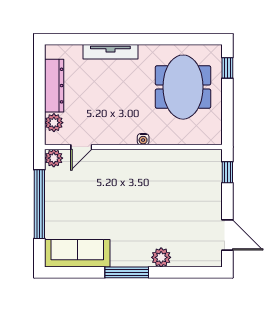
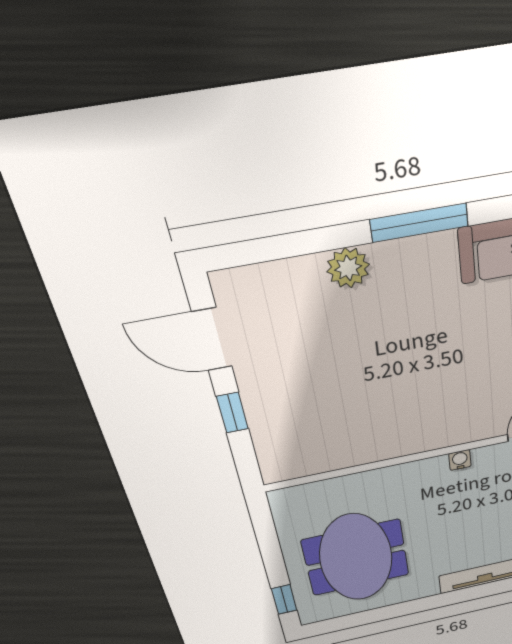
water cooler: (143, 139) -> (460, 460), moved
window: (227, 172) -> (232, 413), moved

